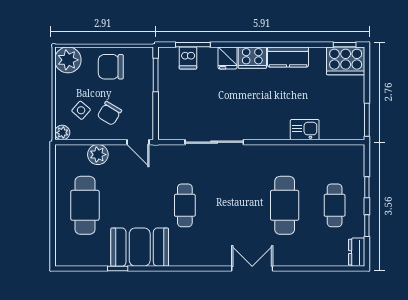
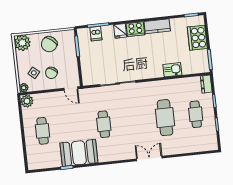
cooker: (346, 61) -> (197, 38), moved, turned 90
chair: (111, 67) -> (49, 44), turned -52
plant: (98, 155) -> (27, 101), moved
cafe table: (85, 205) -> (43, 131), width x0.73, depth x0.74
dresser: (357, 252) -> (206, 84), moved

